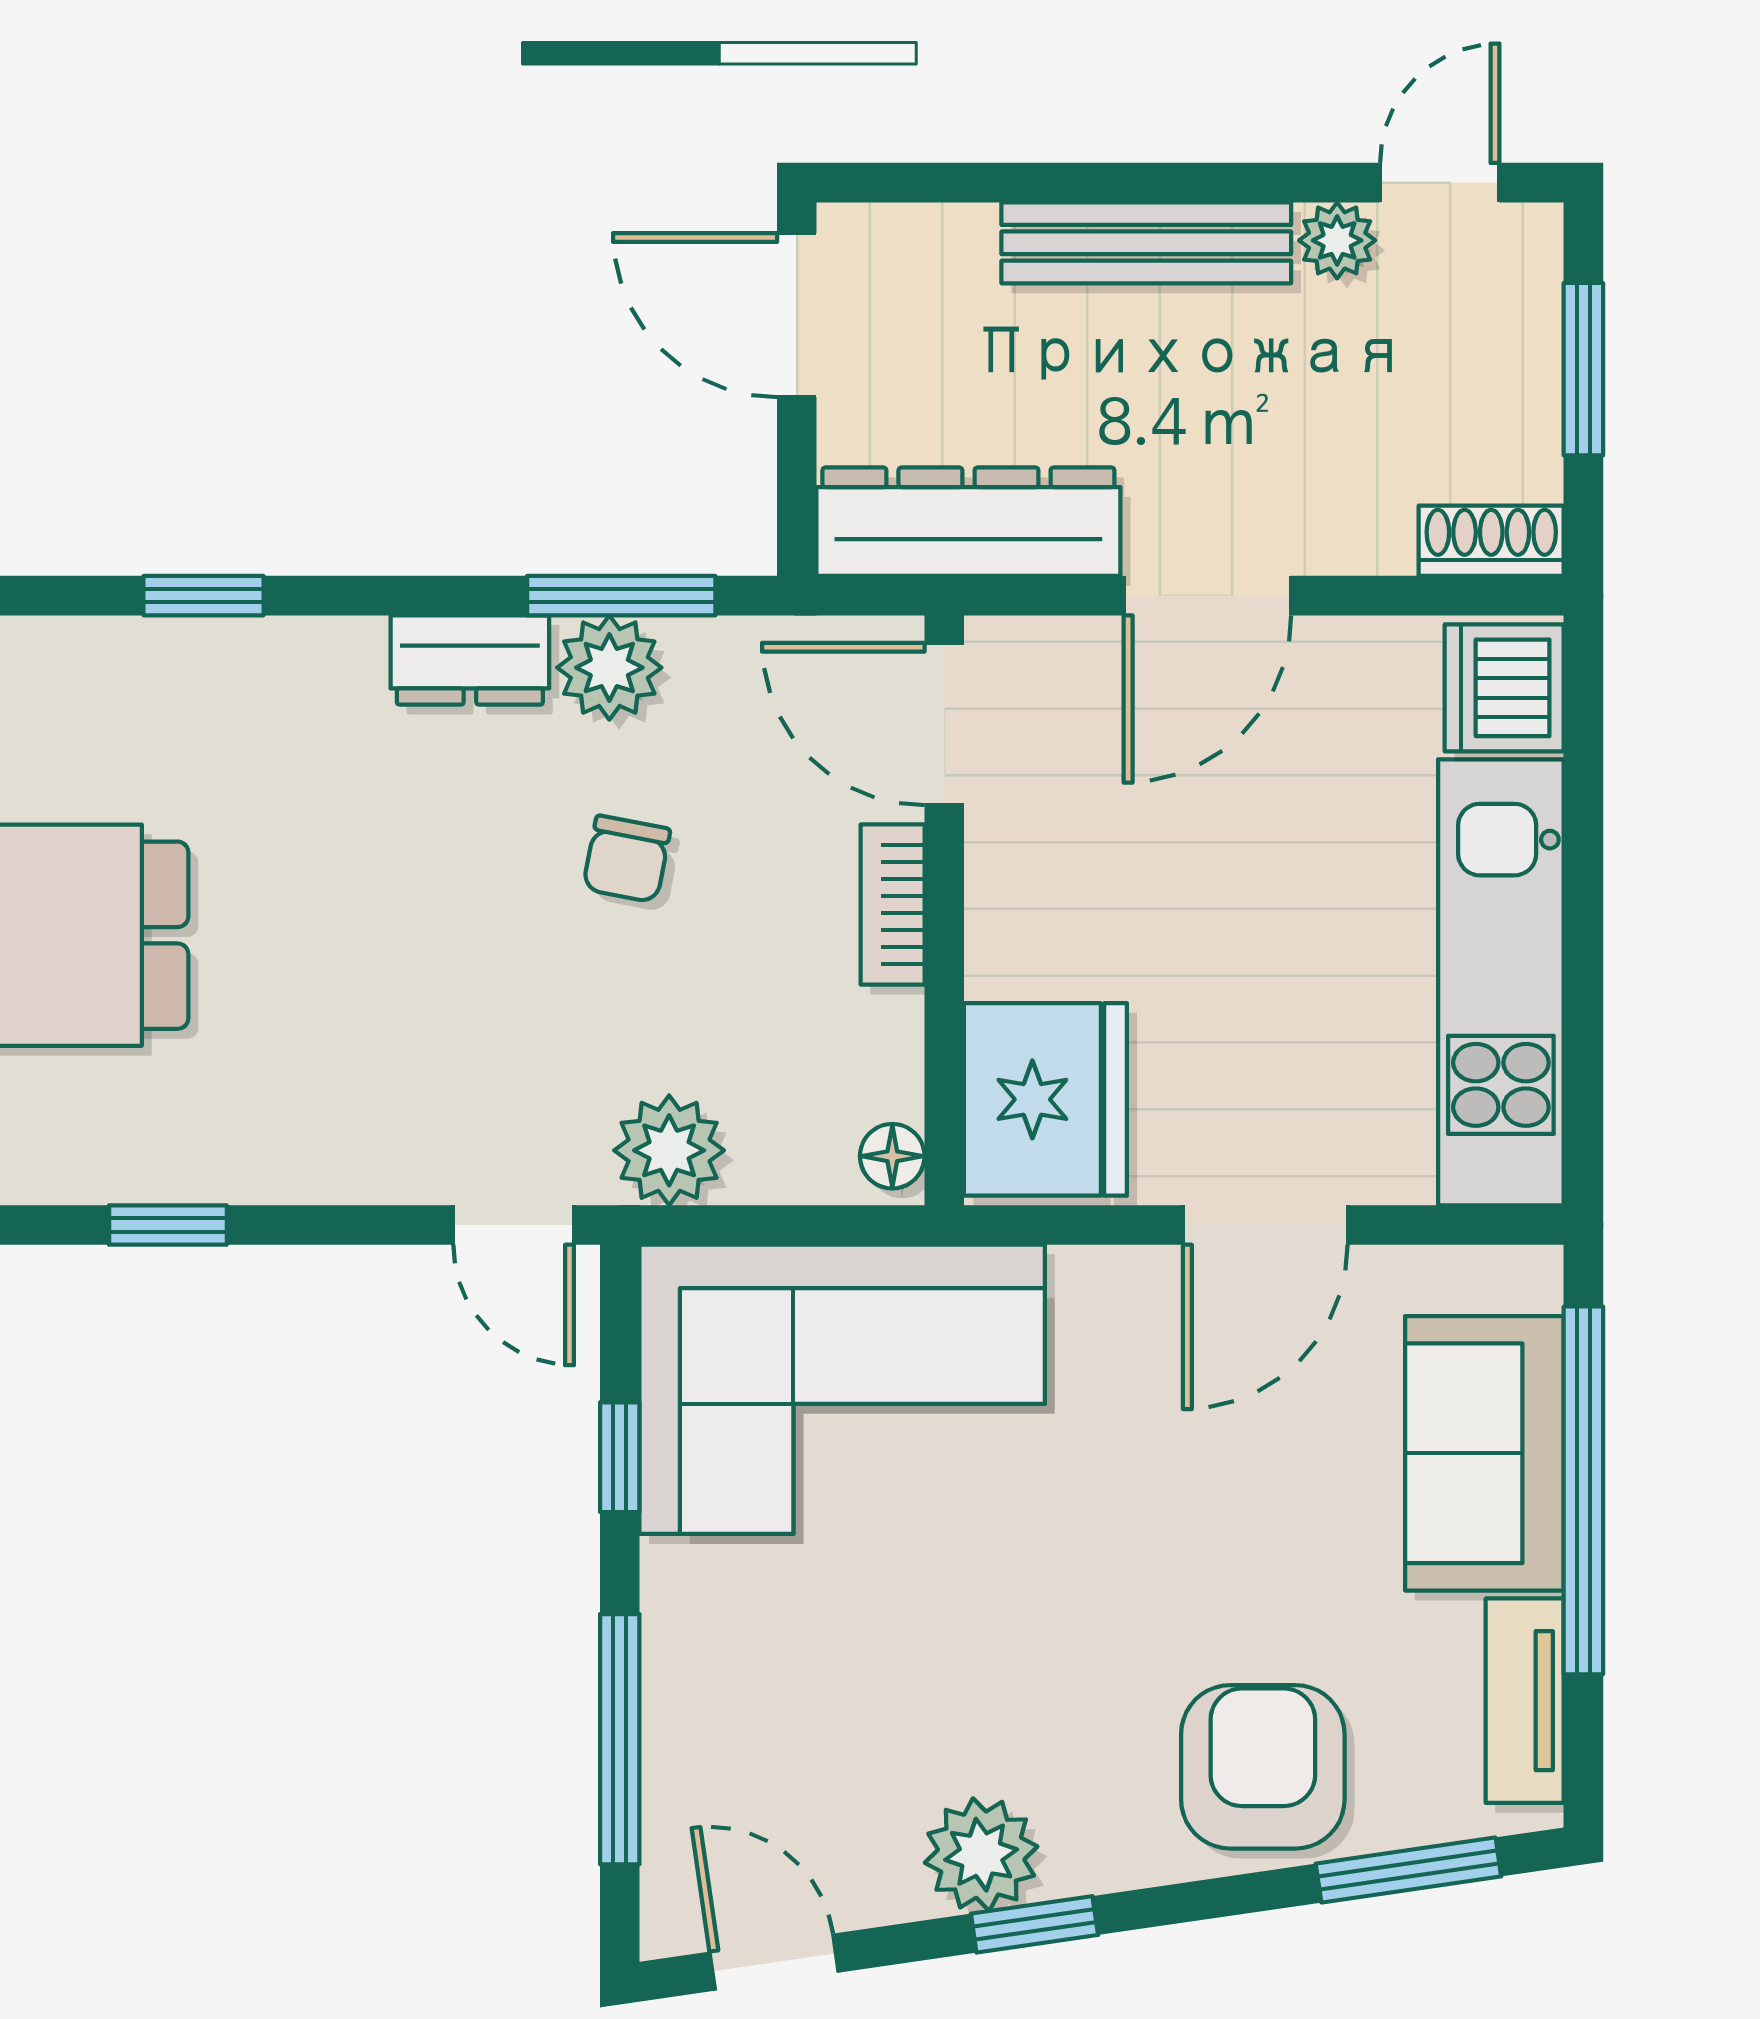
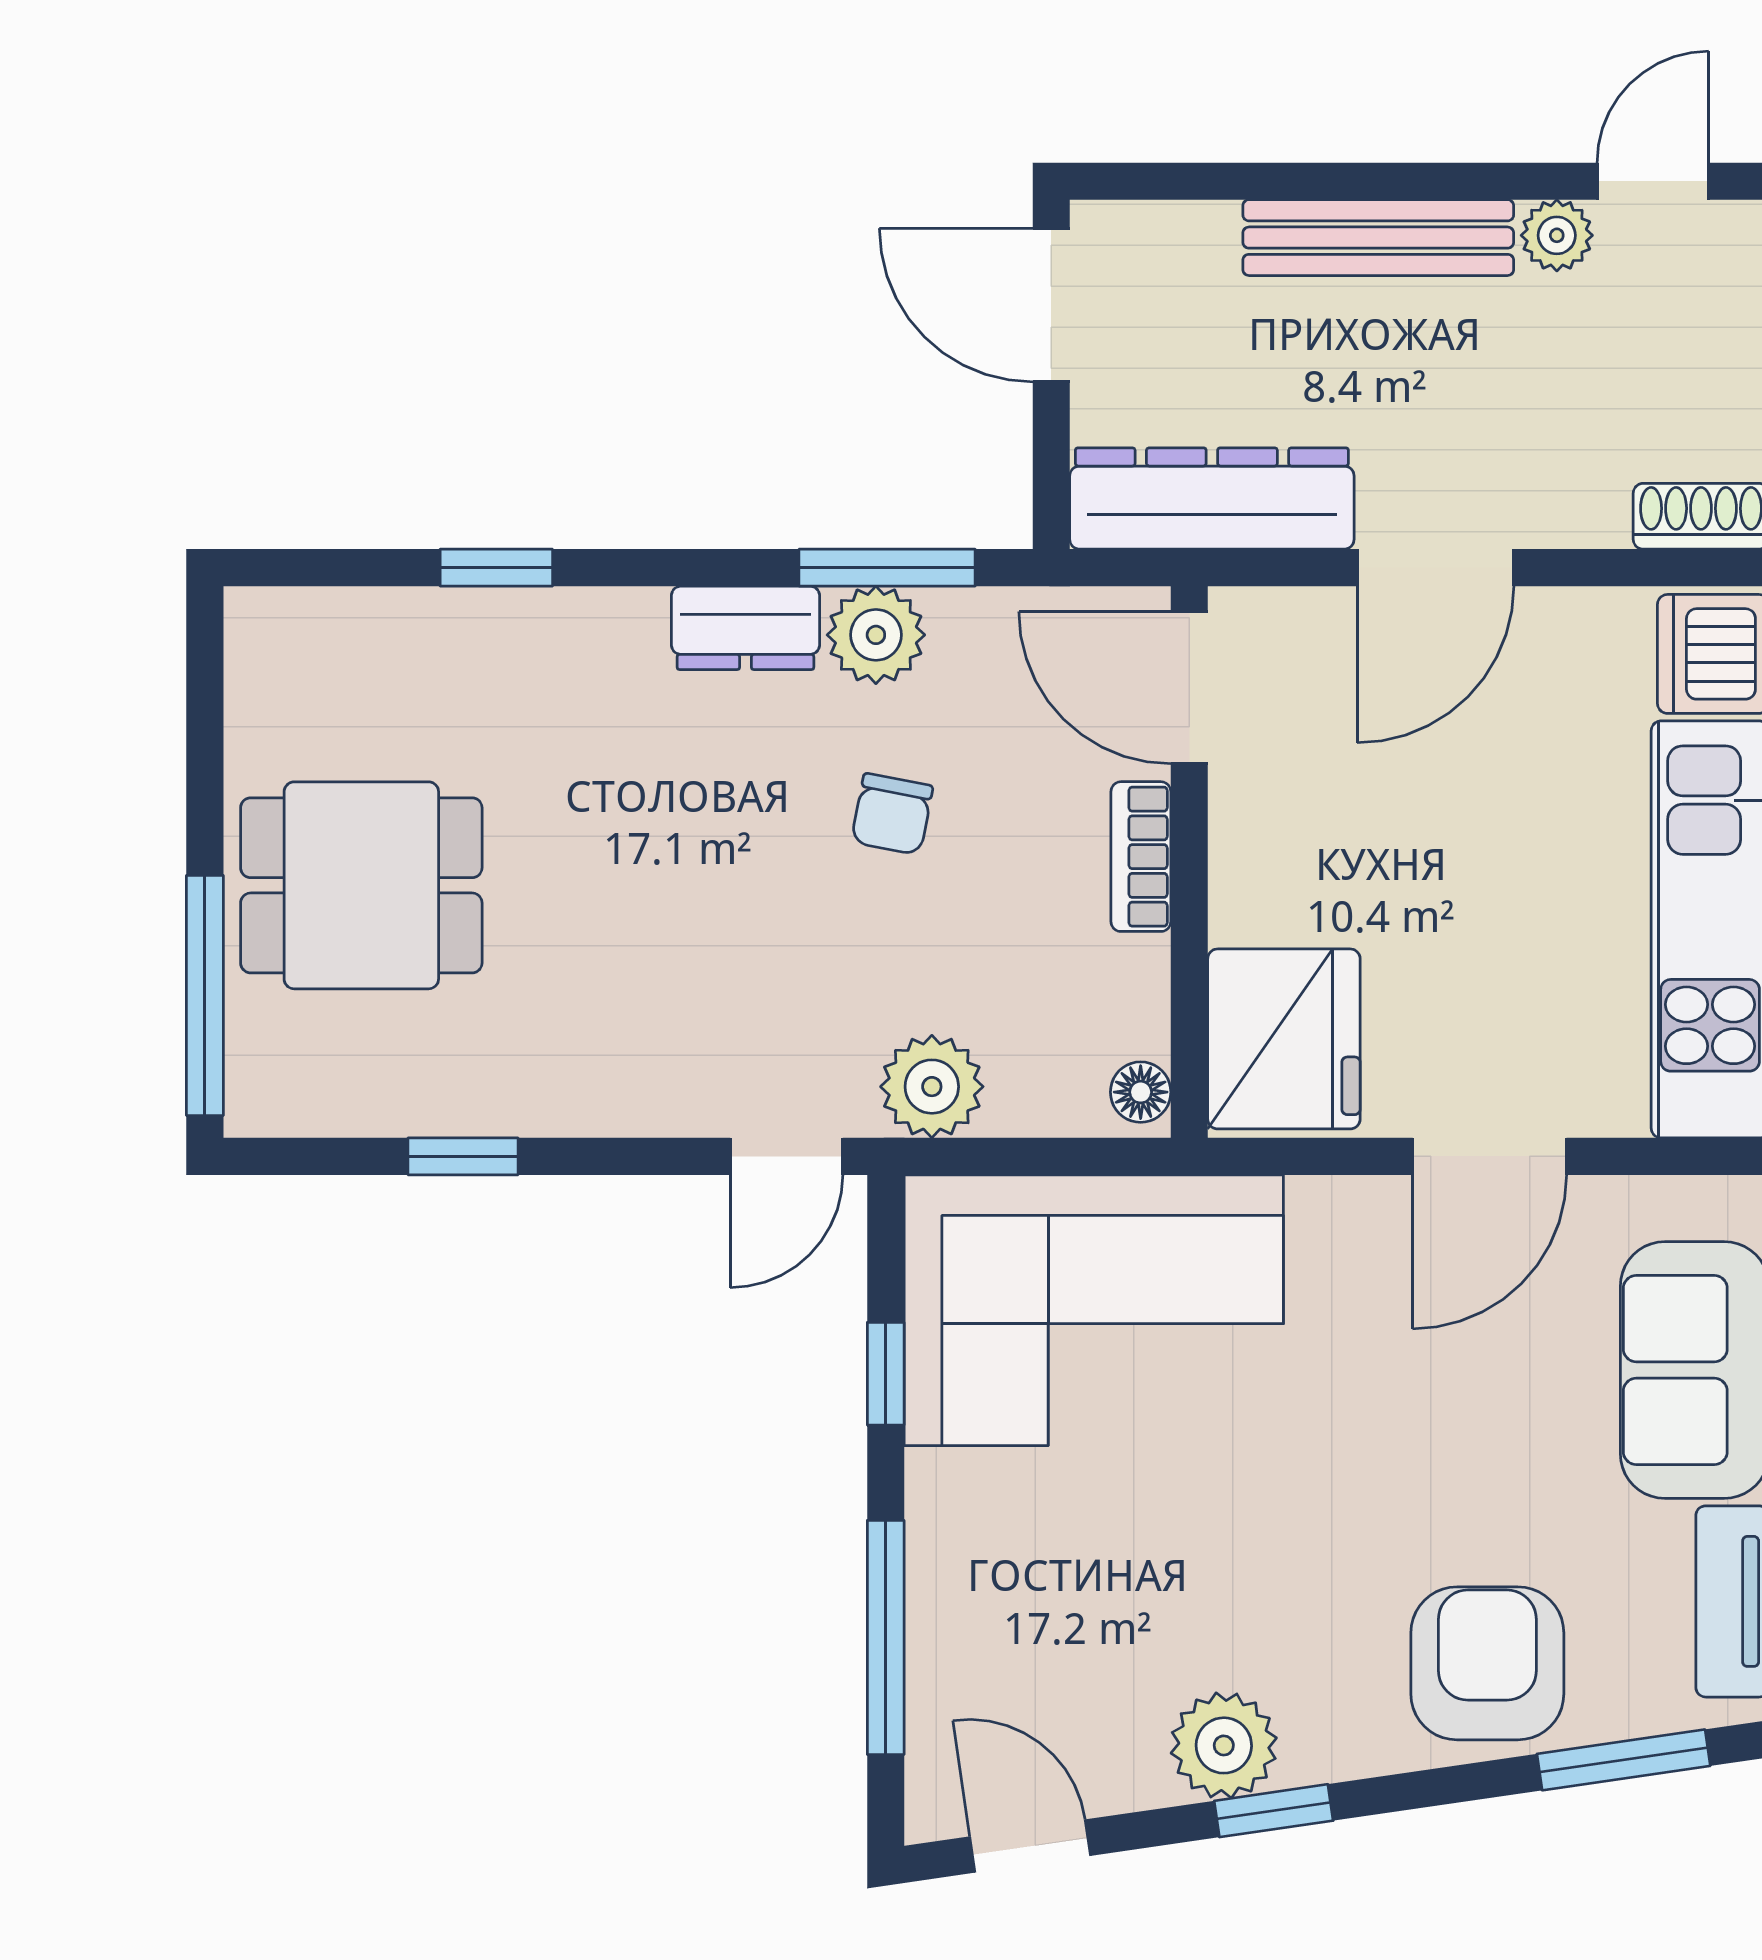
door: (514, 1225) -> (786, 1156), hinge flipped

